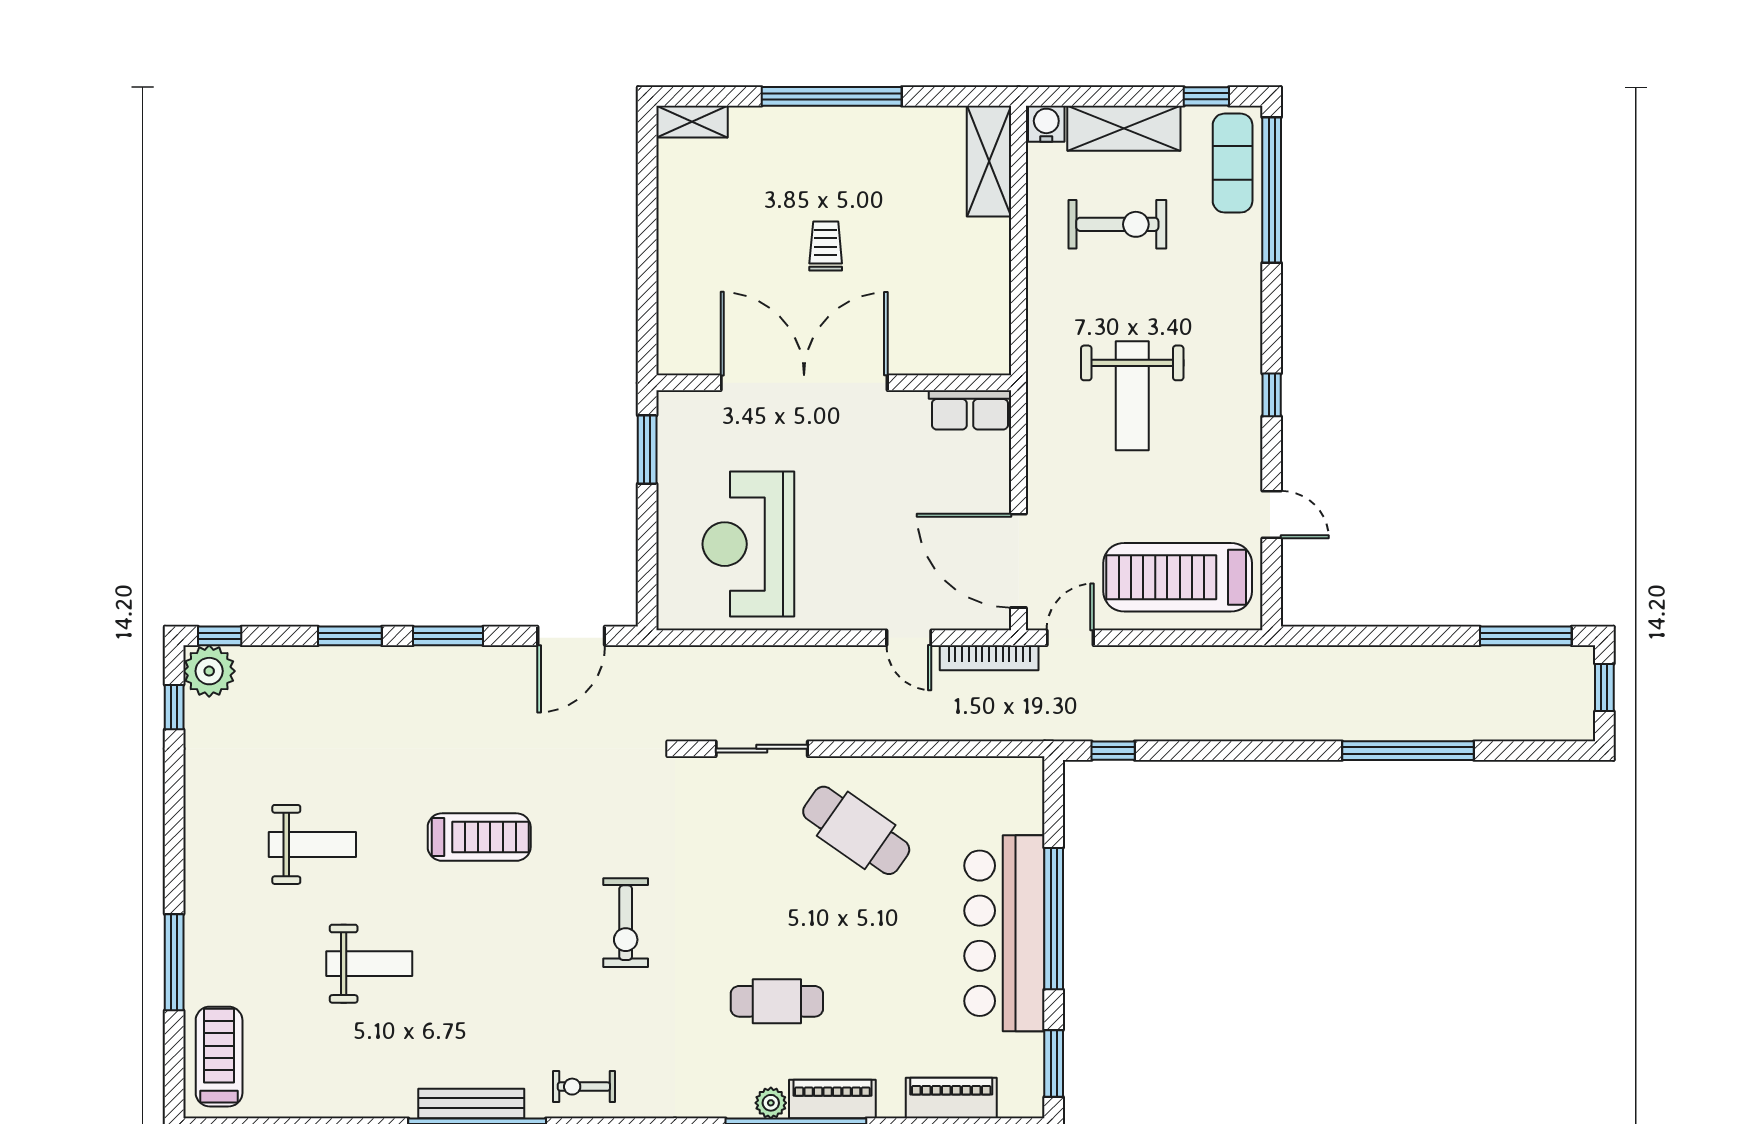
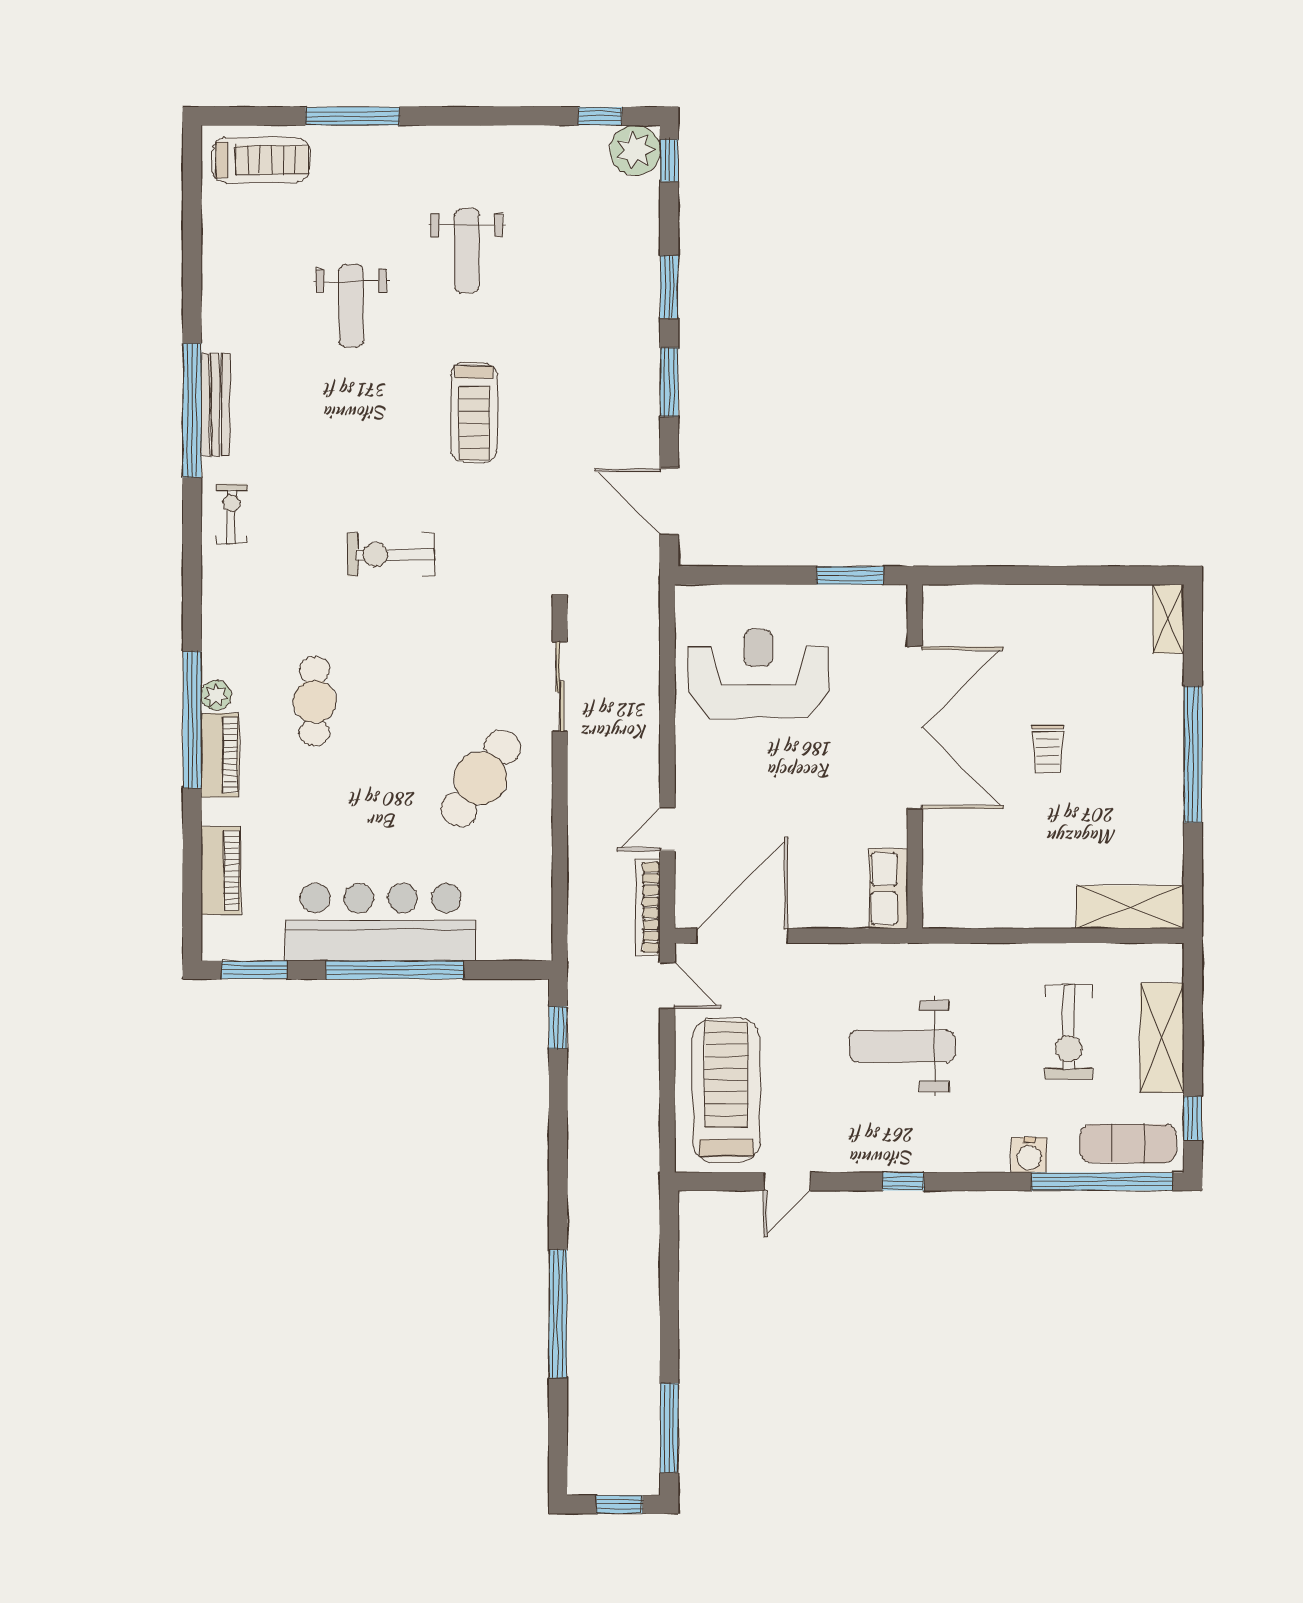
water cooler: (1046, 124) -> (1029, 1155), moved, turned 90
trolley: (826, 246) -> (1048, 749), turned 90

